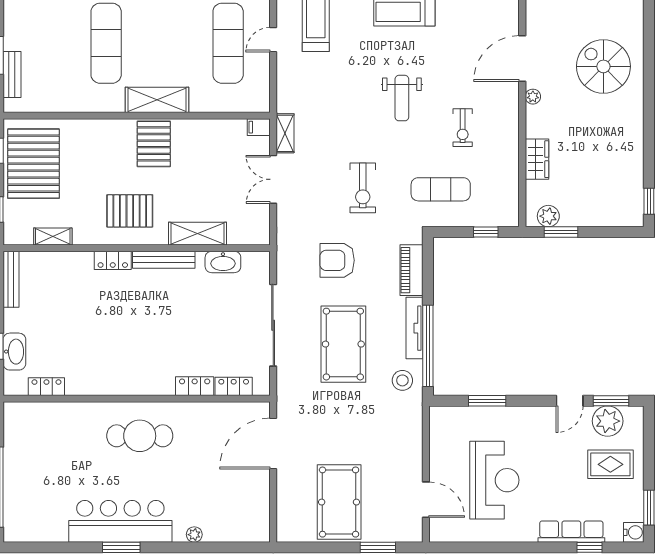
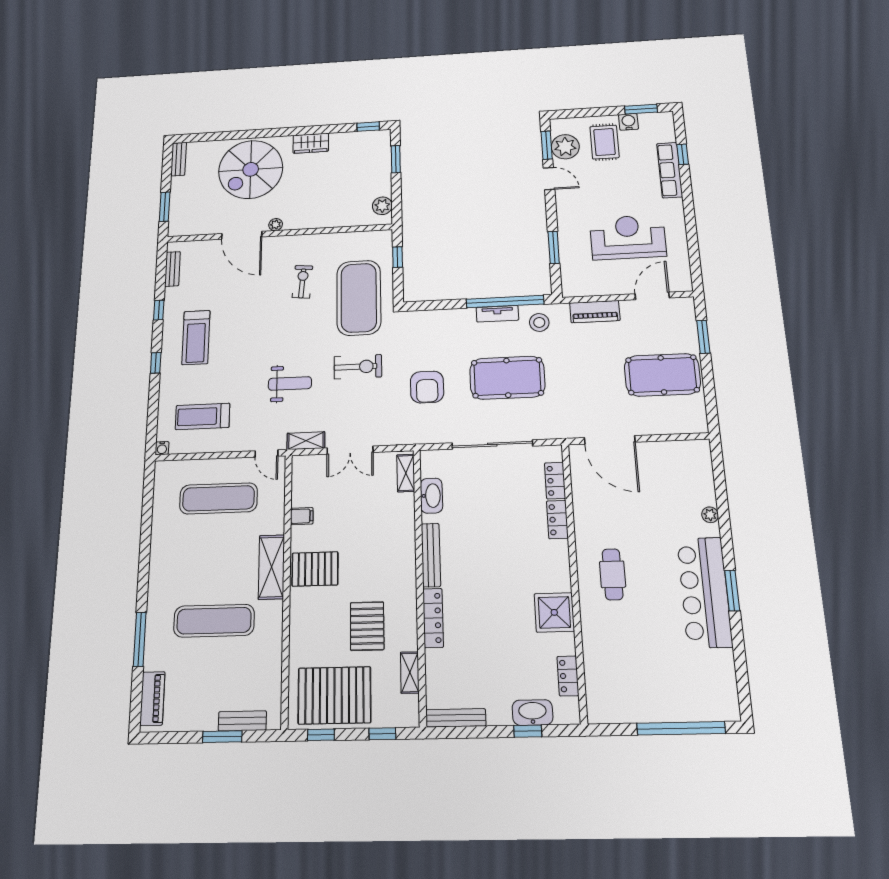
door: (273, 40) -> (266, 453), moved
spiral stairs: (603, 66) -> (251, 169), width x1.37, depth x1.37
weight bench: (402, 98) -> (290, 383), moved
filing cabinet: (259, 127) -> (302, 516), moved, turned -90
exercise bike: (463, 128) -> (302, 282), turned -85
wardrobe: (537, 159) -> (311, 143), moved, turned 180
exercise mat: (441, 189) -> (359, 298), width x2.00, depth x1.45
pallet: (130, 211) -> (367, 626), moved
window: (561, 232) -> (396, 159), moved
shelving: (197, 234) -> (406, 473), moved, width x0.67, depth x0.75
locker: (113, 260) -> (433, 618), width x1.53
piano: (411, 270) -> (595, 312), moved
tv unit: (414, 328) -> (497, 314), width x0.71
shower: (105, 377) -> (554, 612), added
cafe table: (140, 436) -> (613, 574), width x0.73, depth x0.74
water cooler: (634, 532) -> (628, 122), moved

